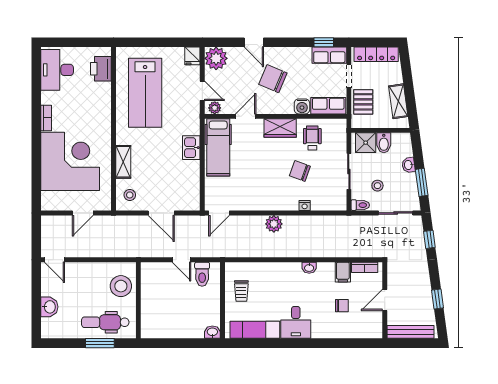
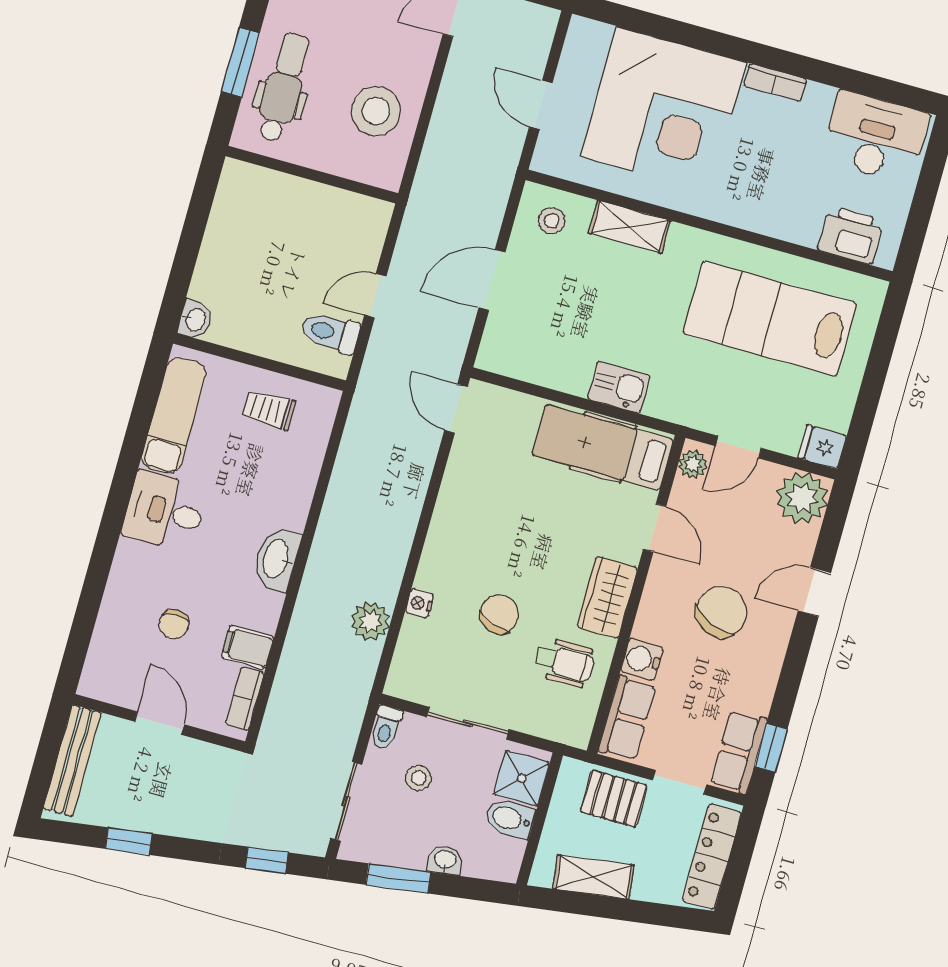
plant: (274, 224) -> (371, 621), moved
washbasin: (309, 268) -> (277, 559), width x1.91, depth x1.45
stool: (121, 286) -> (376, 111), moved

